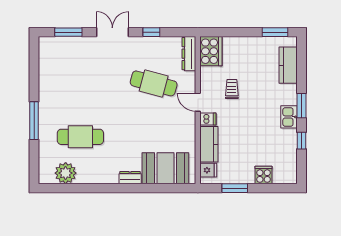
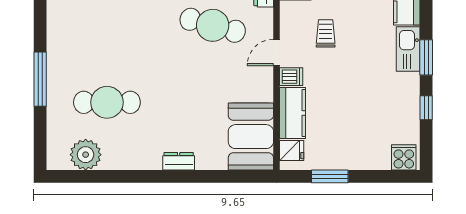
door: (198, 102) -> (276, 52), hinge flipped
kitchen sink: (289, 117) -> (408, 49), moved, width x1.38
booth: (165, 168) -> (251, 137), moved, turned 90
cooker: (264, 175) -> (404, 157), moved

